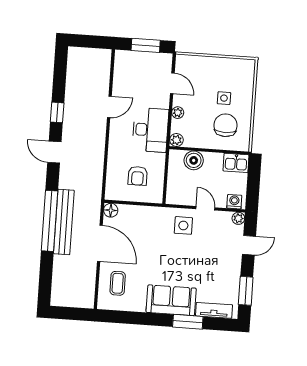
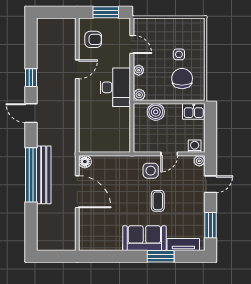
armchair: (138, 176) -> (93, 39), moved, turned -90
door: (205, 208) -> (169, 154), swing flipped
coffee table: (118, 283) -> (158, 201), moved

